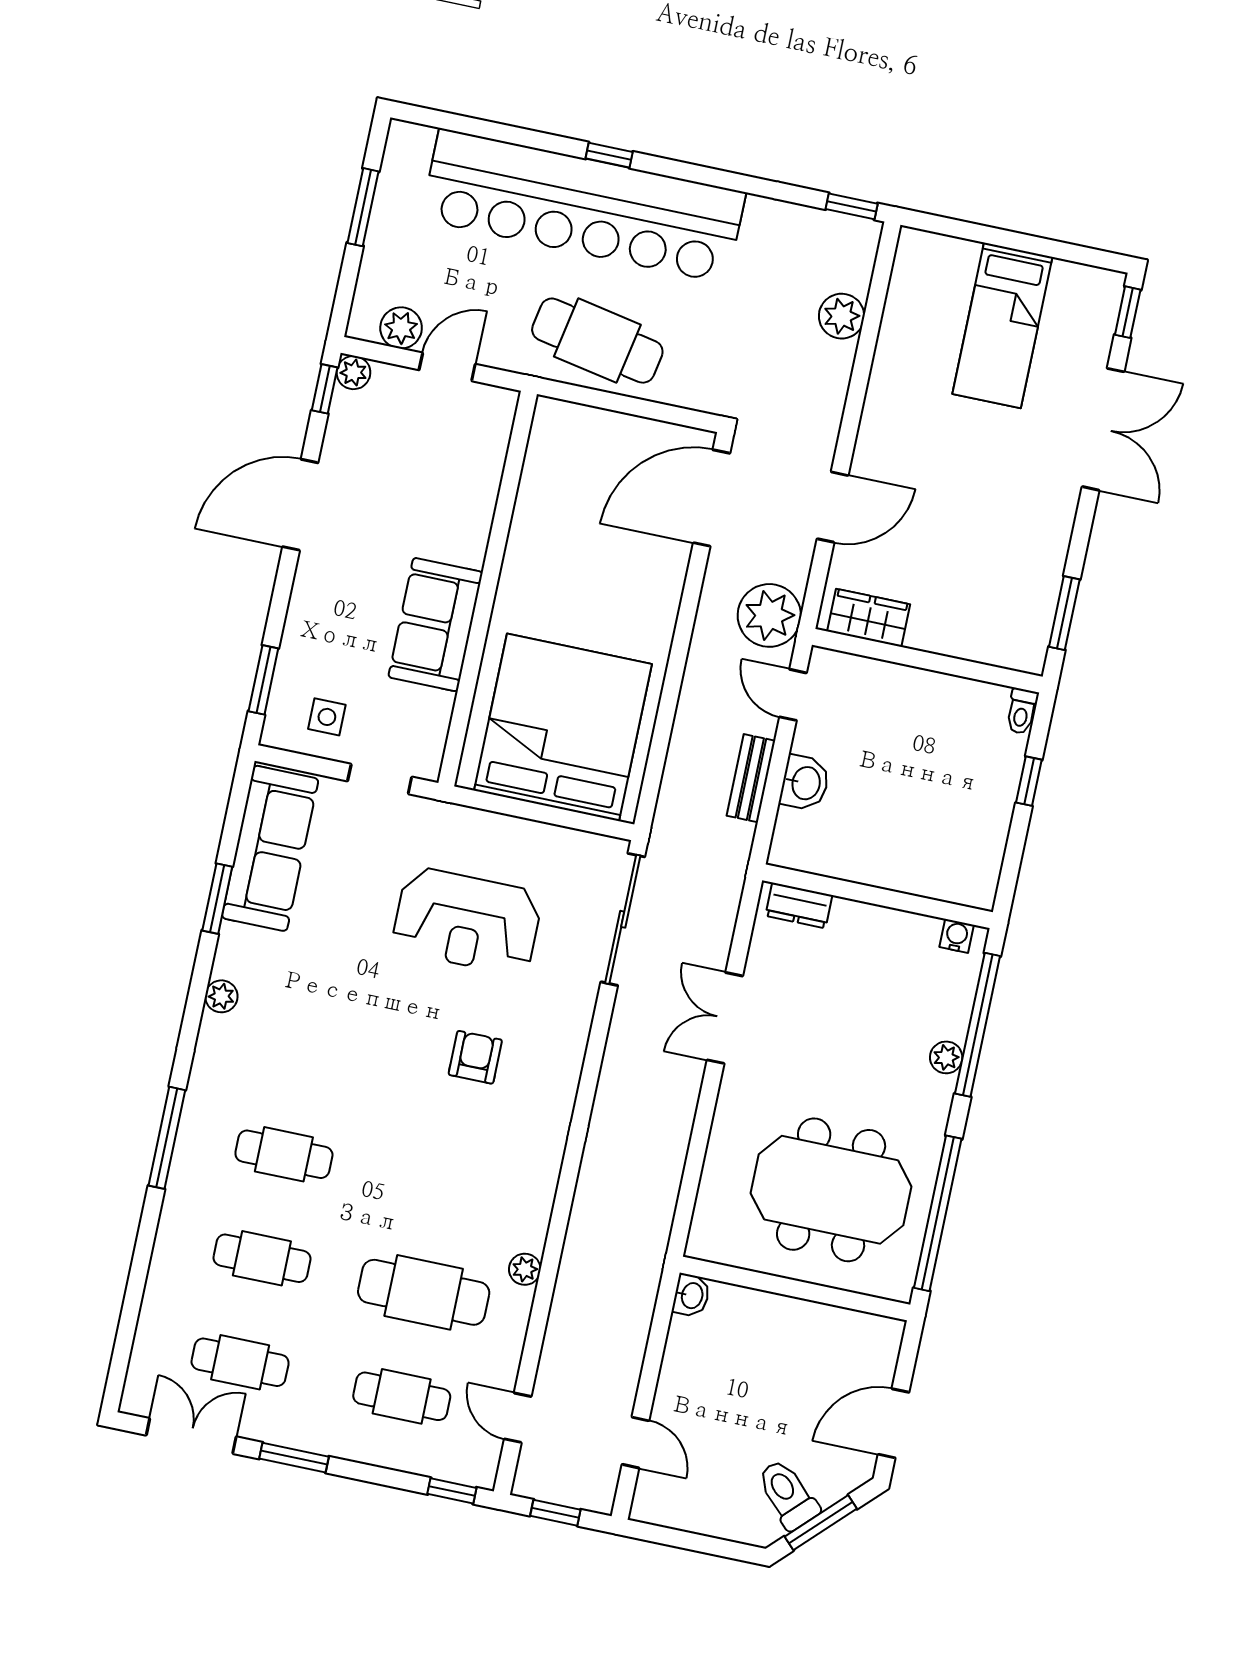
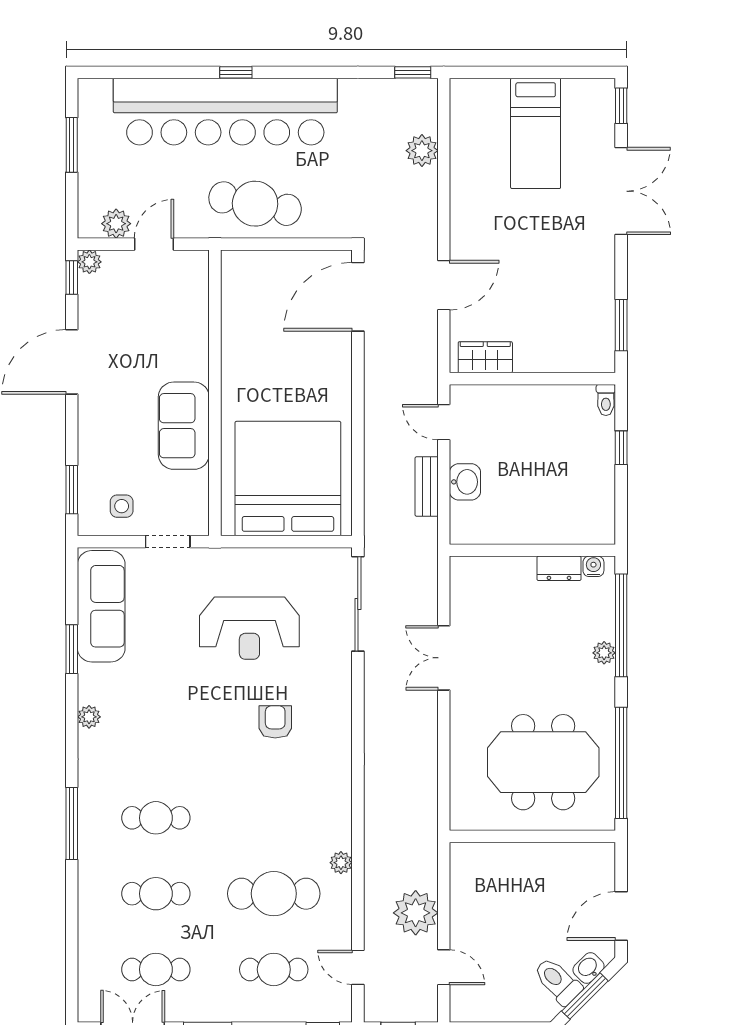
plant: (769, 615) -> (416, 913), moved
dresser: (799, 905) -> (559, 568), moved
washbasin: (691, 1295) -> (589, 968), moved, turned -135

